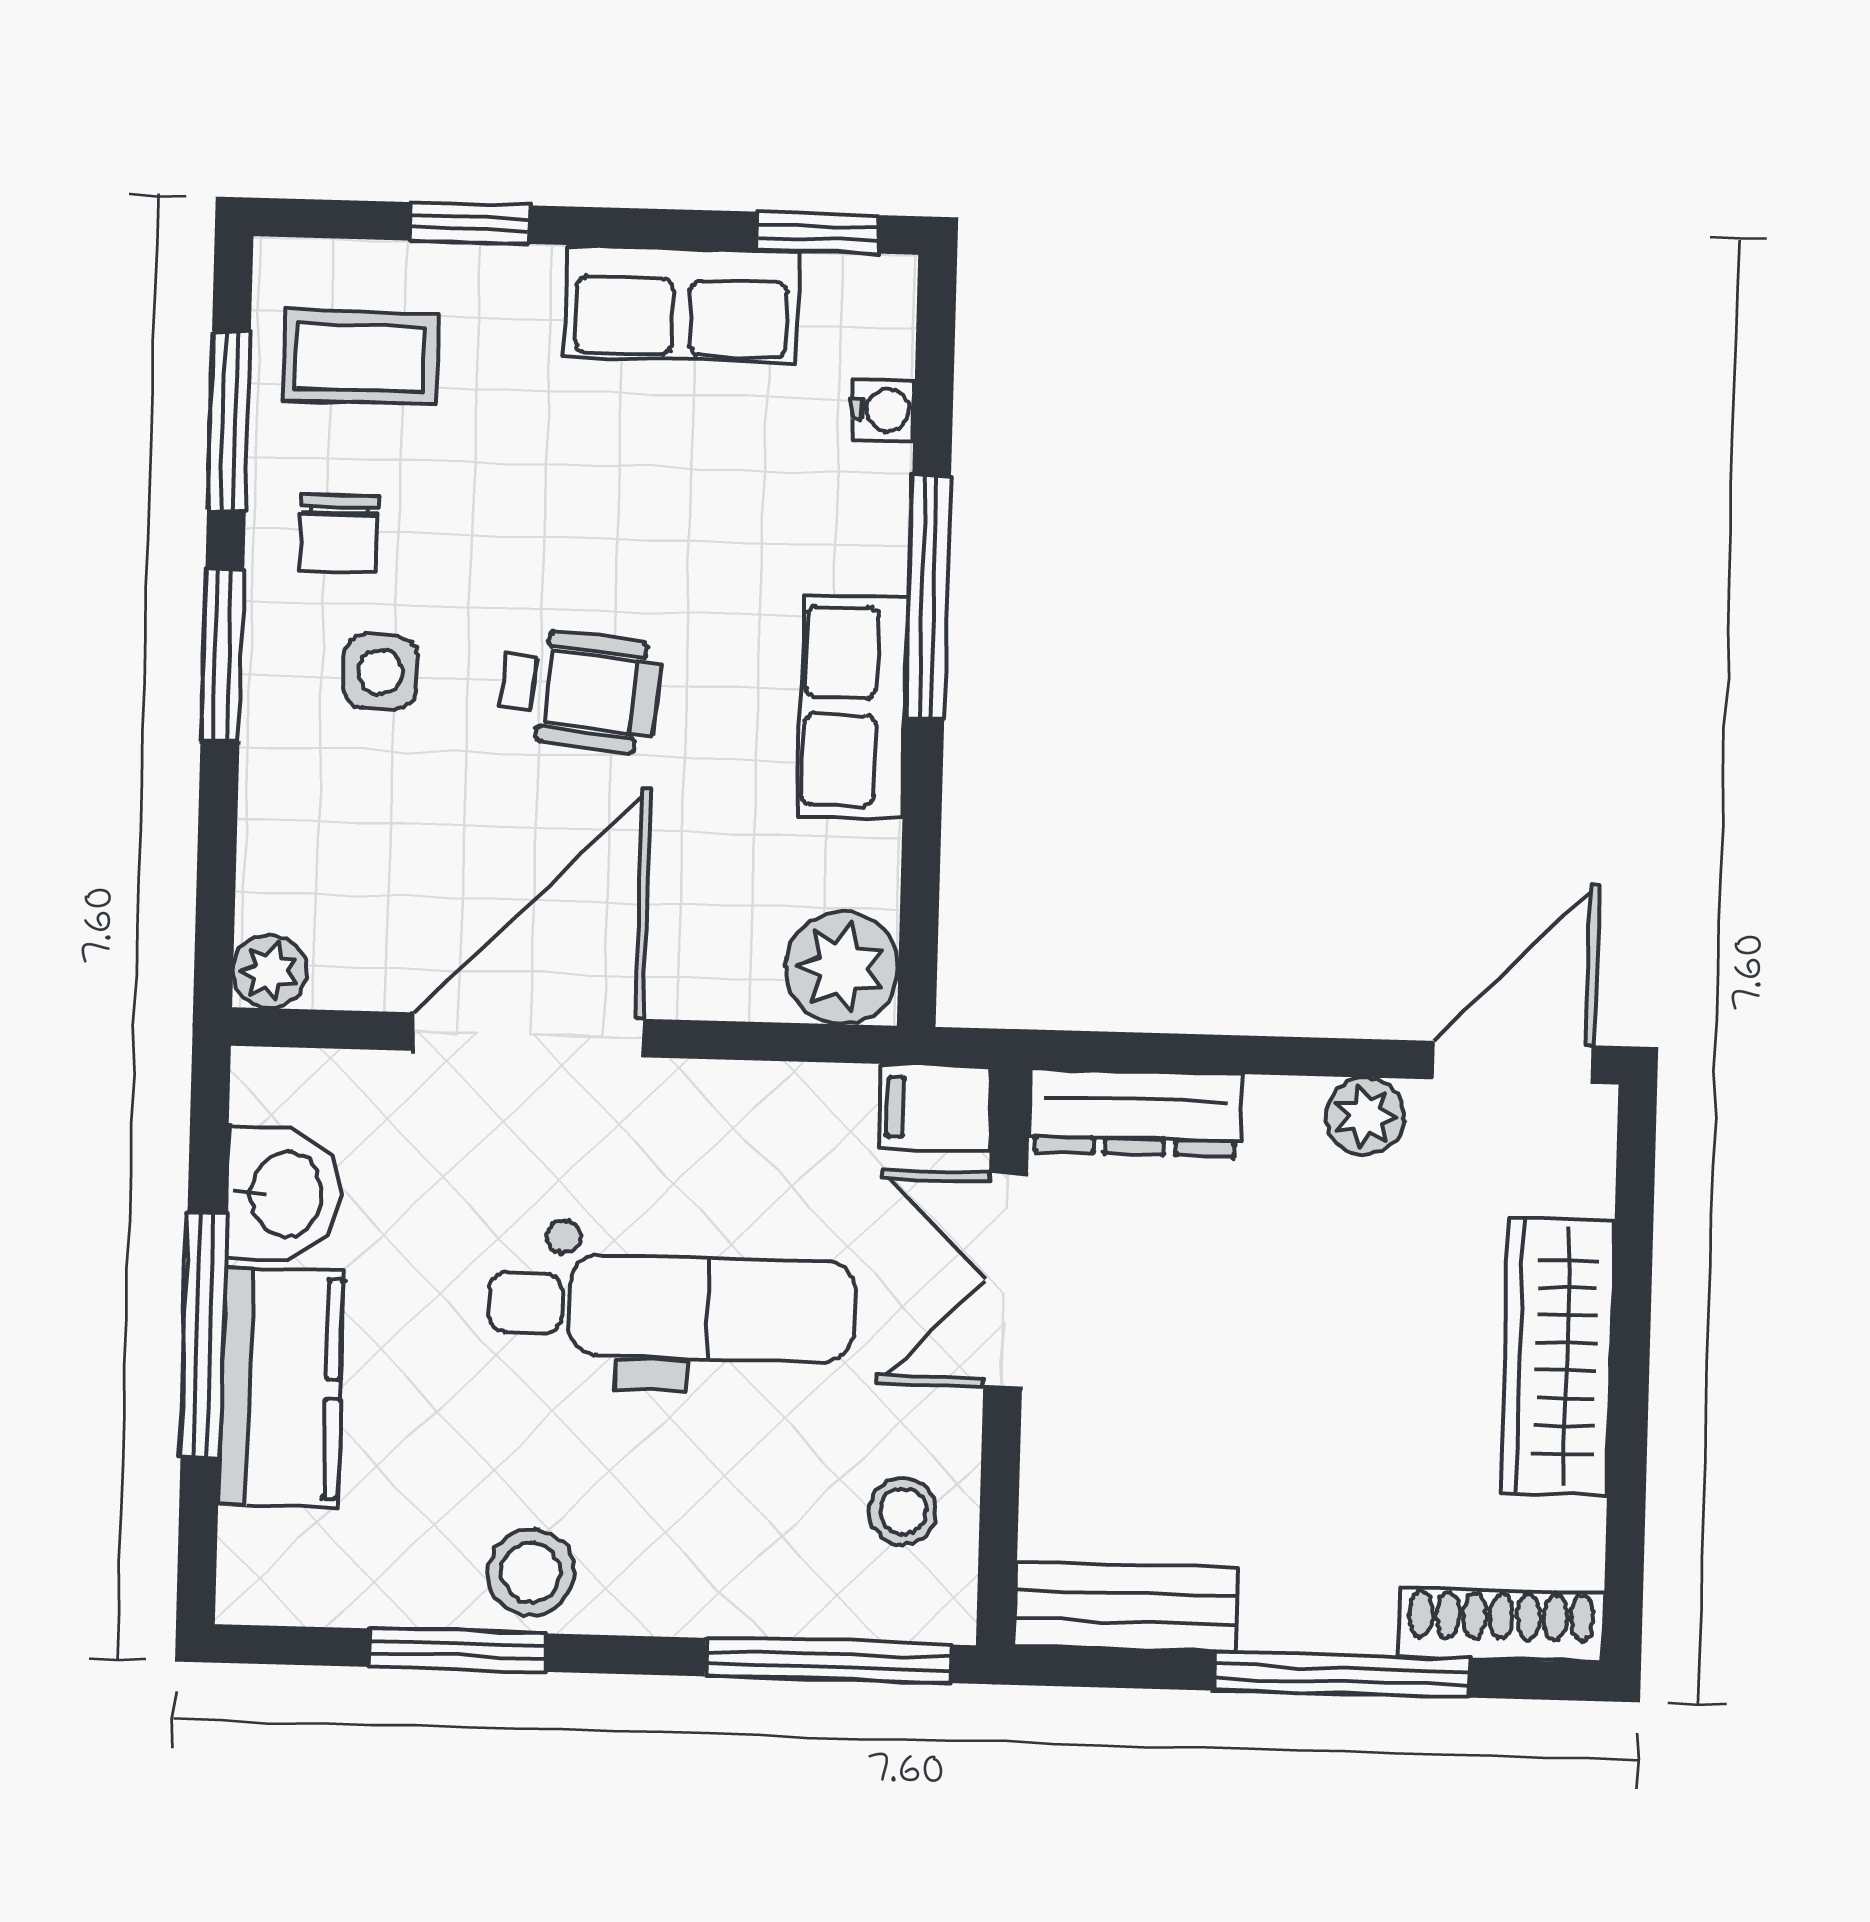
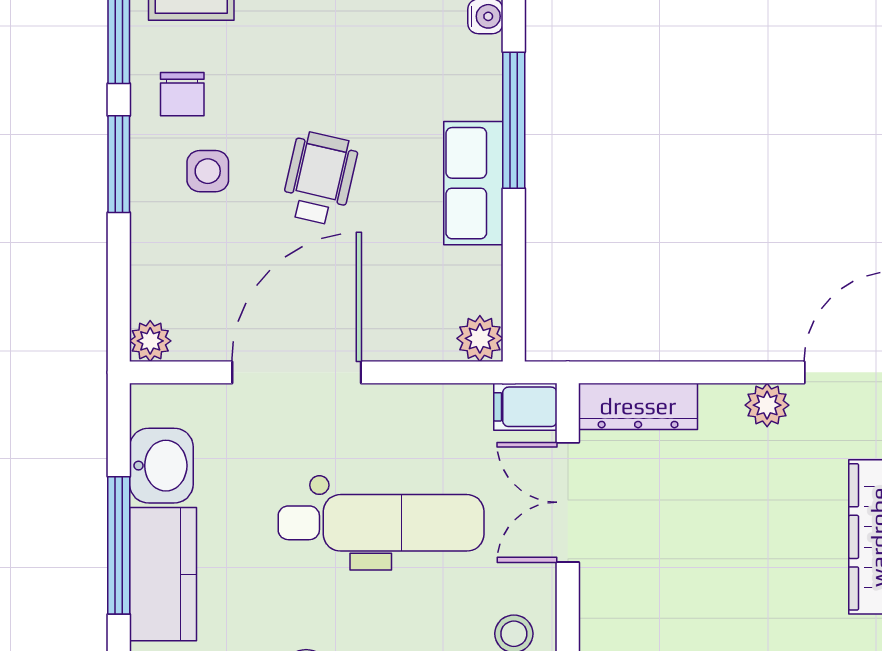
wheelchair: (579, 690) -> (320, 178), turned -83
plant: (842, 968) -> (480, 338), width x0.73, depth x0.73

